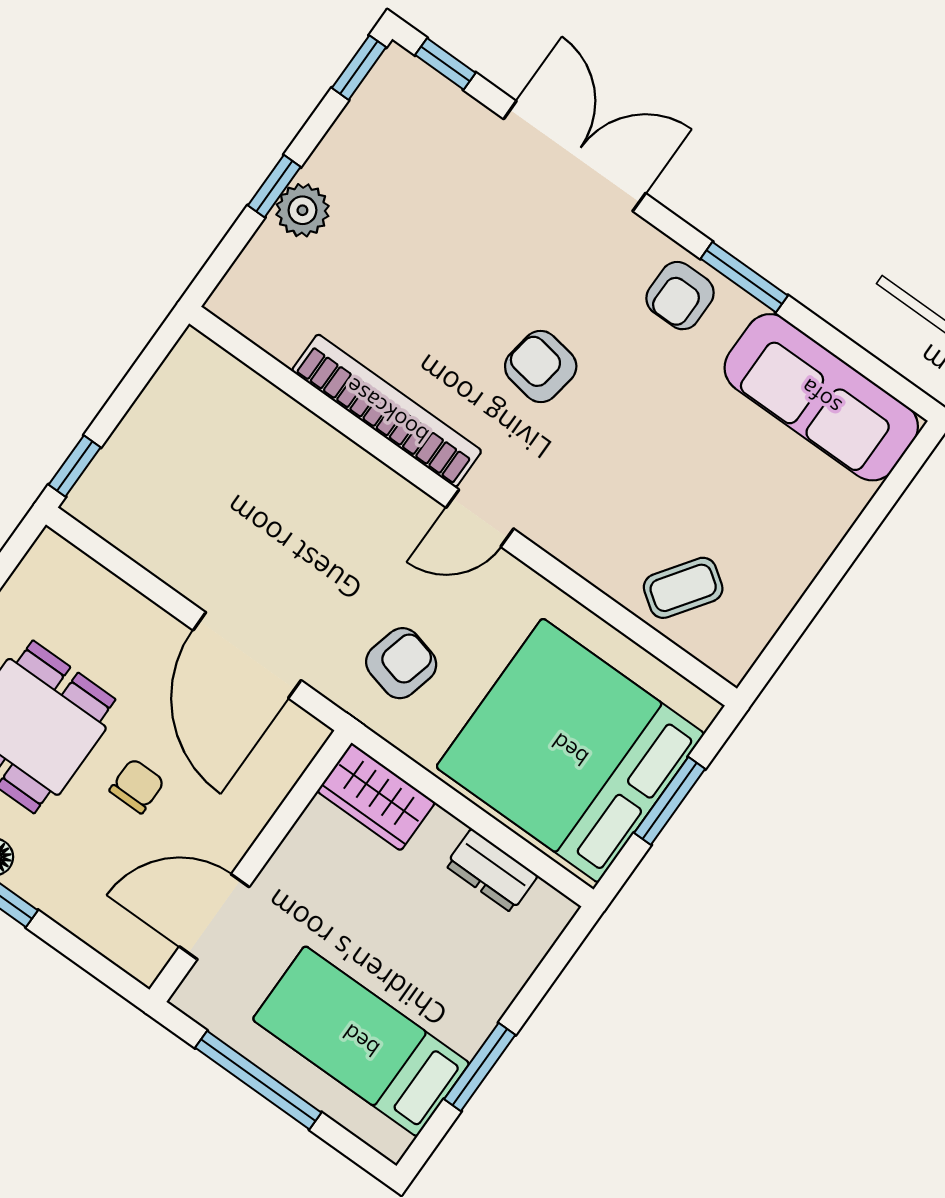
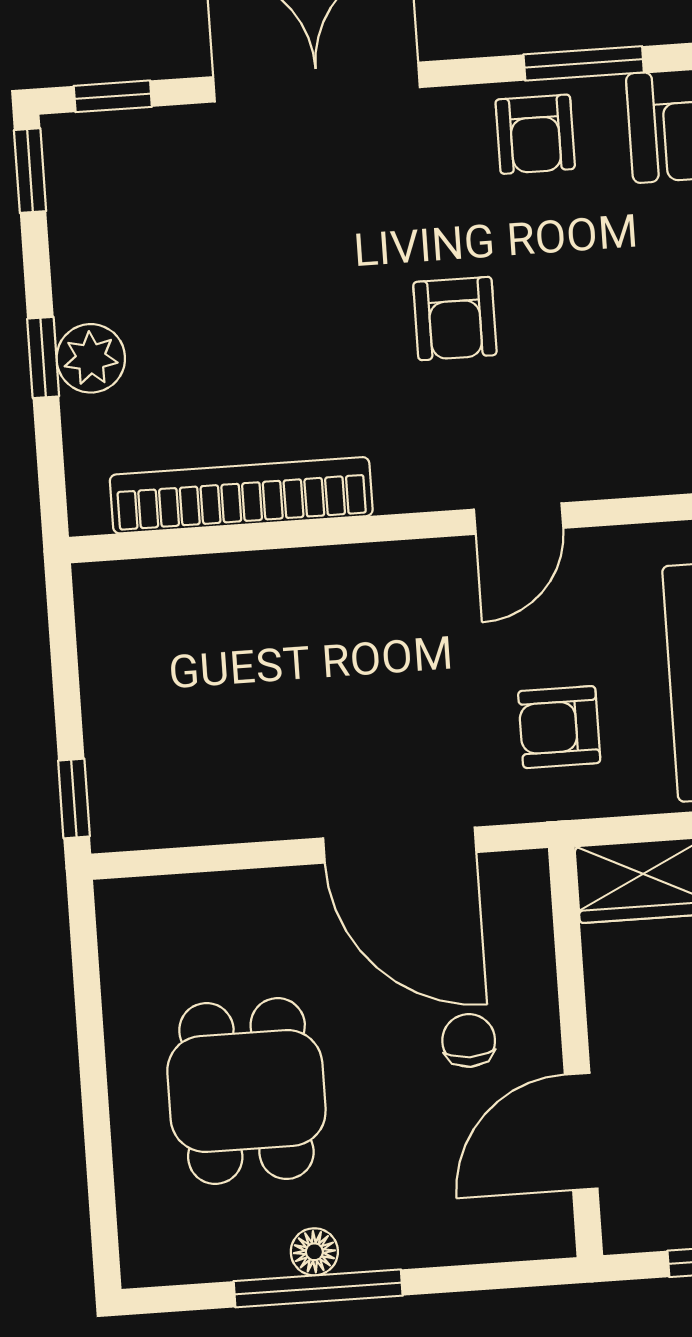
armchair: (541, 366) -> (455, 319), turned -99
bookcase: (387, 411) -> (241, 495), moved
armchair: (401, 663) -> (559, 727), turned -104
chair: (137, 786) -> (469, 1040), moved

